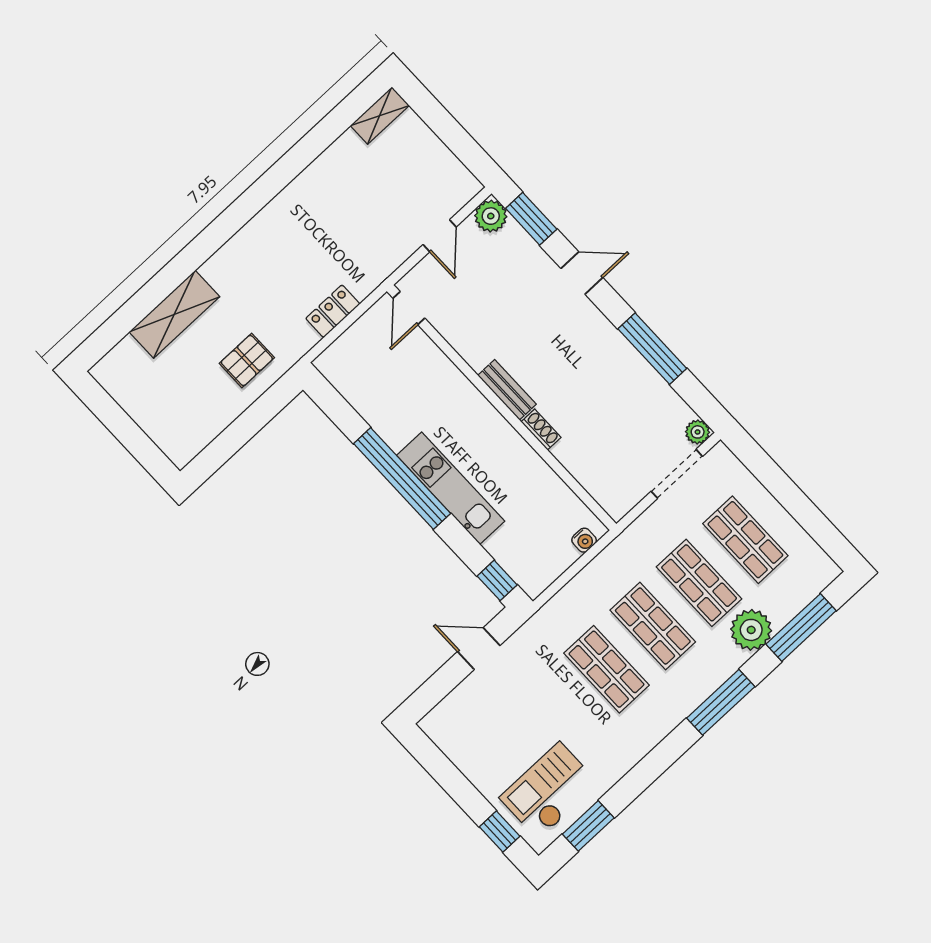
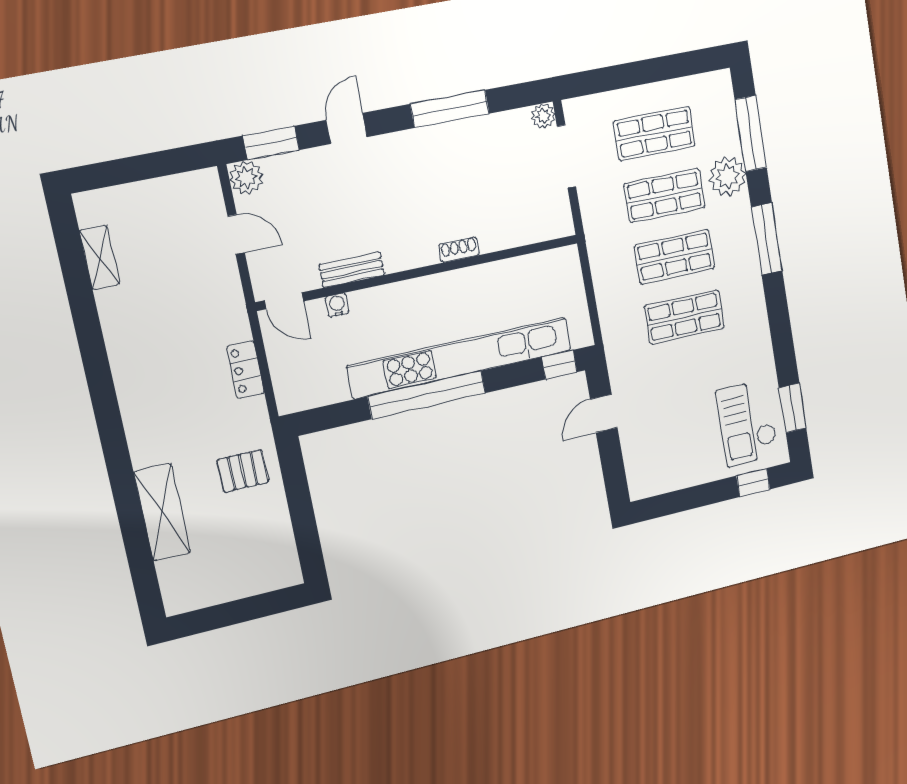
shelving: (380, 115) -> (100, 257), moved
pallet: (247, 361) -> (243, 471), turned 90
bench: (507, 390) -> (352, 270), moved
kitchen unit: (451, 488) -> (460, 358), width x1.86
water cooler: (584, 540) -> (337, 305), moved, turned -90

